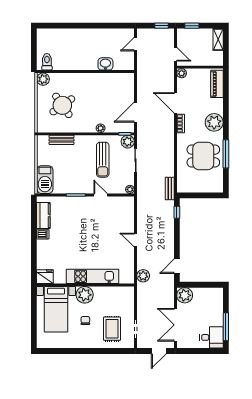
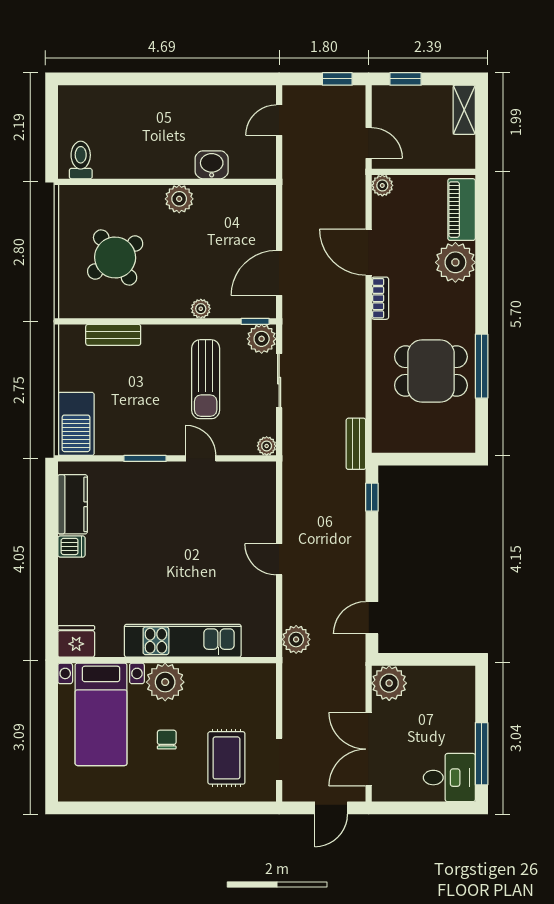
plant: (43, 79) -> (179, 199), moved
plant: (214, 122) -> (455, 262), moved

